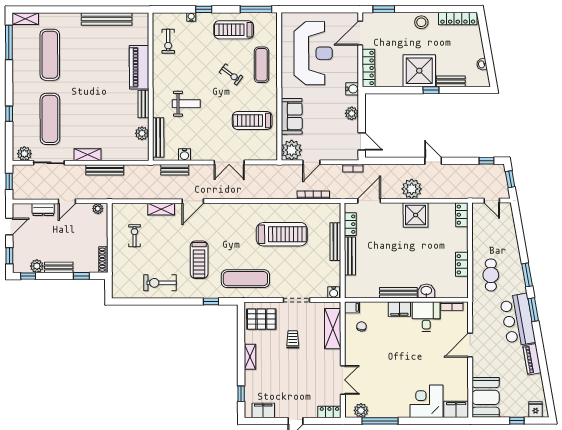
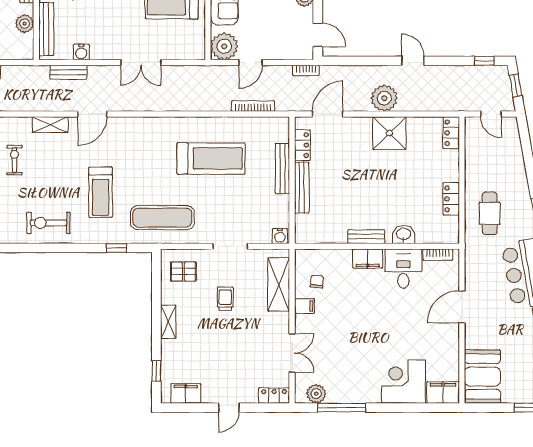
bench: (398, 293) -> (366, 237), width x0.73
filing cabinet: (352, 307) -> (304, 306), moved
pallet: (261, 319) -> (183, 272), width x0.67, depth x0.71

